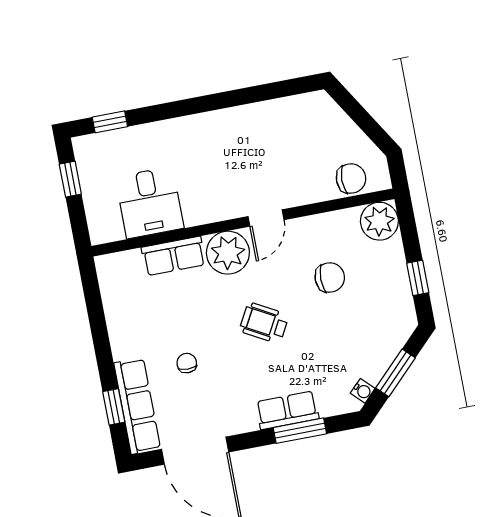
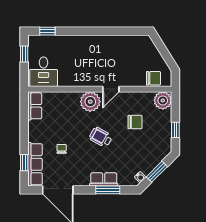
desk: (150, 203) -> (44, 72), moved
row of seats: (174, 256) -> (35, 106), moved, turned -90

